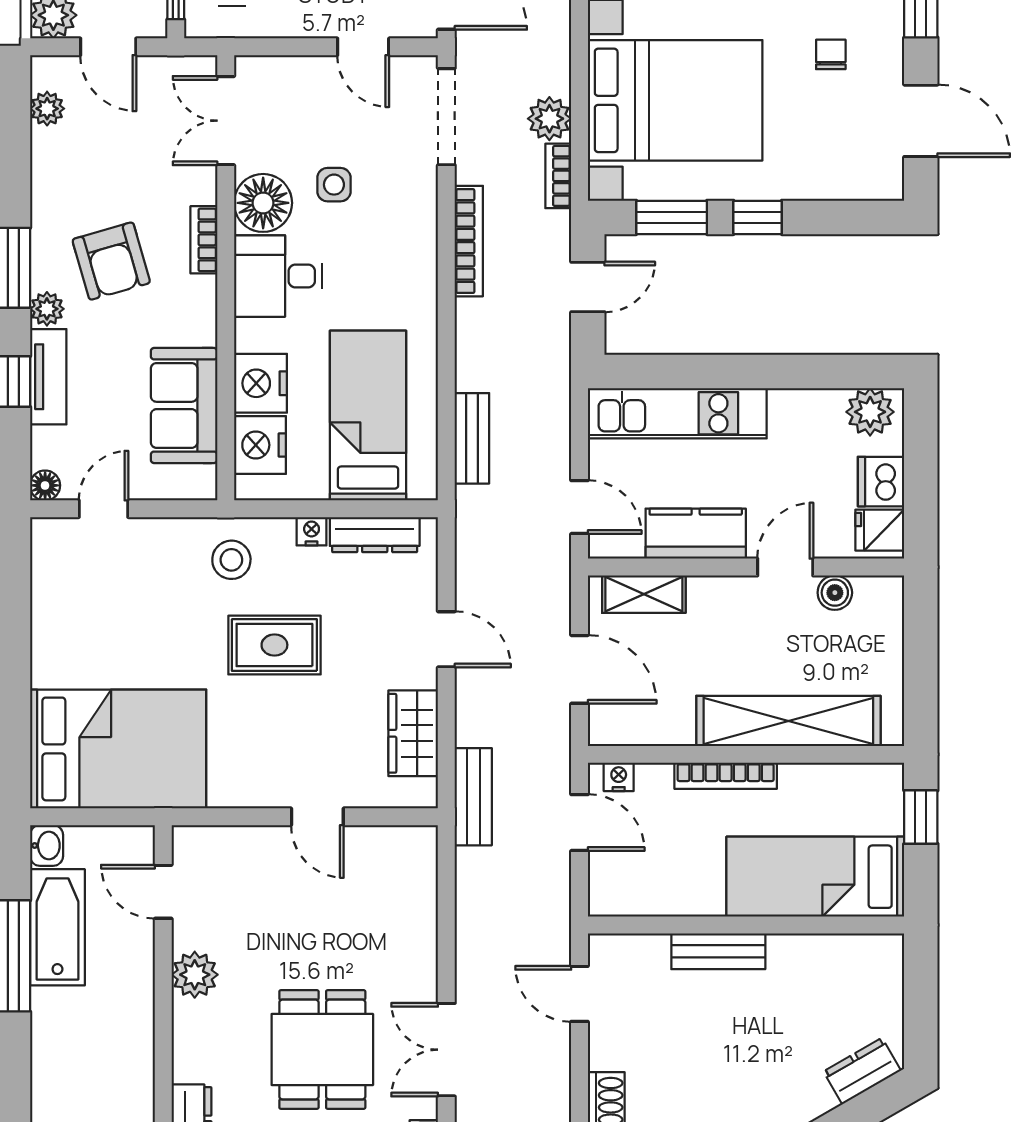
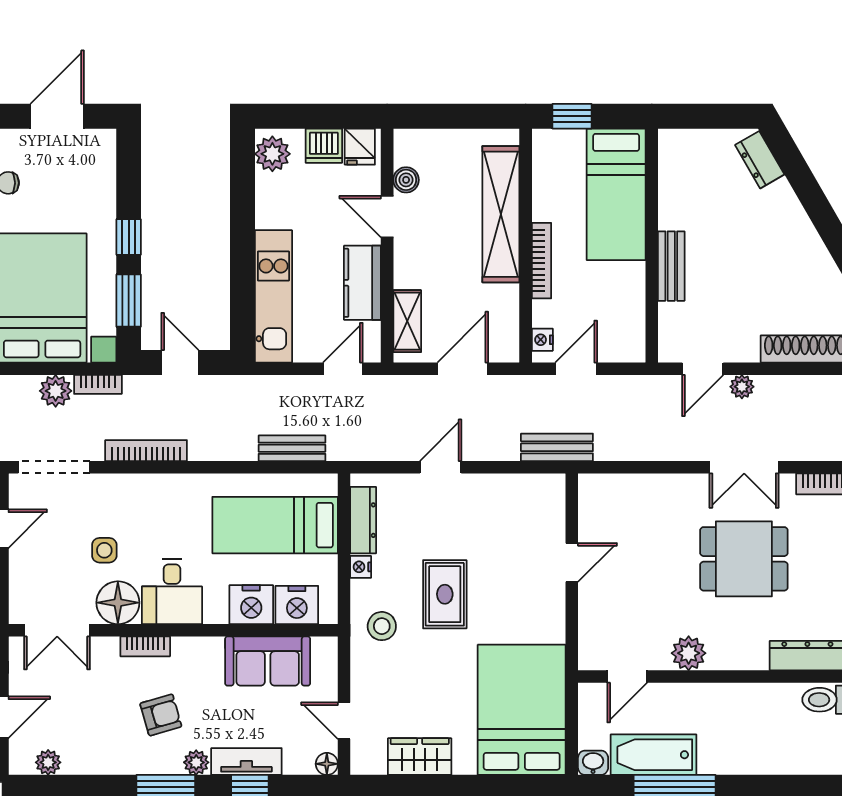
armchair: (111, 261) -> (161, 715), width x0.72, depth x0.72
wardrobe: (413, 733) -> (420, 757), moved, turned 180
plant: (555, 1047) -> (742, 387), added

